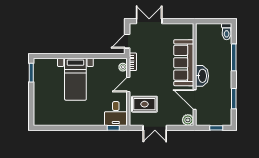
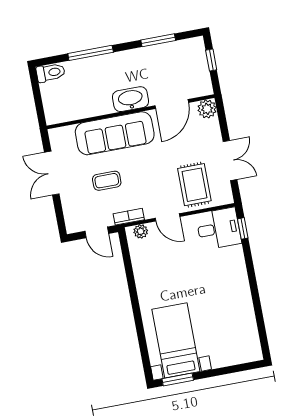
double door: (149, 21) -> (52, 173), moved
coffee table: (157, 53) -> (107, 181), added
bed with nightstands: (75, 79) -> (176, 340), moved, turned -90

